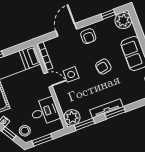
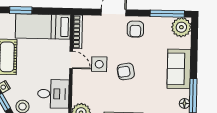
window: (108, 14) -> (167, 14), width x2.17
armchair: (103, 67) -> (126, 71), moved

